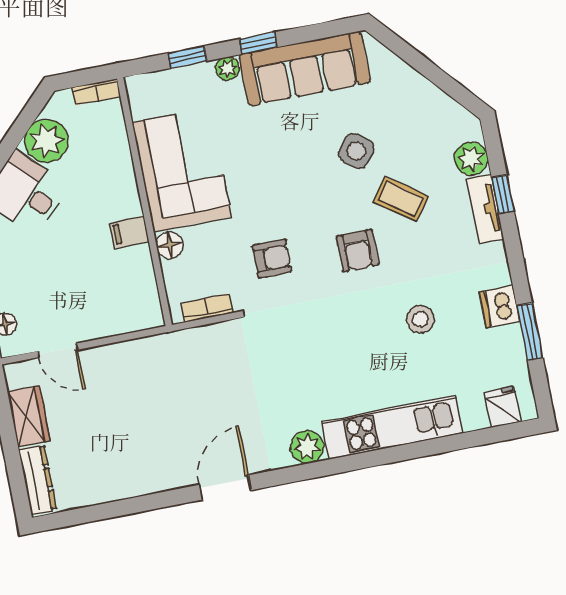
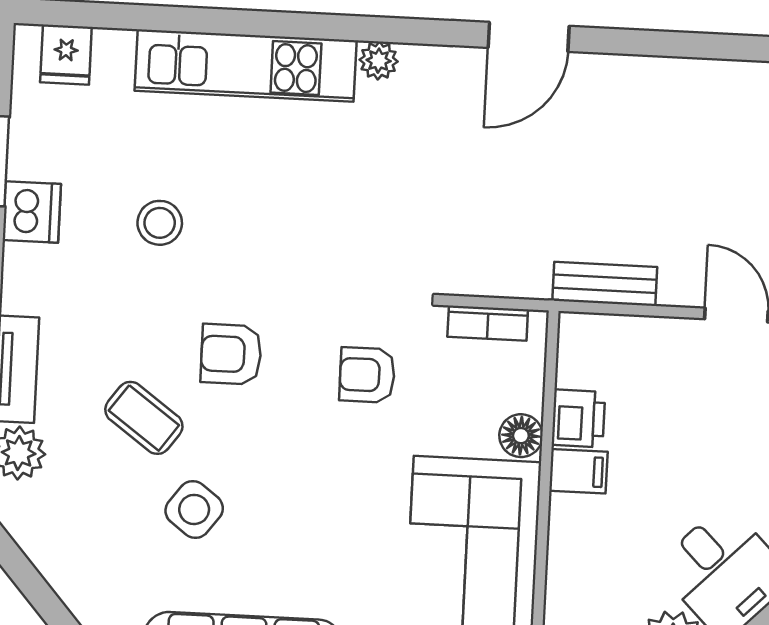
armchair: (357, 250) -> (231, 354), turned -90
printer: (137, 264) -> (578, 418), added
bench: (142, 349) -> (605, 284), added
plant: (307, 447) -> (379, 61), width x0.73, depth x0.73

